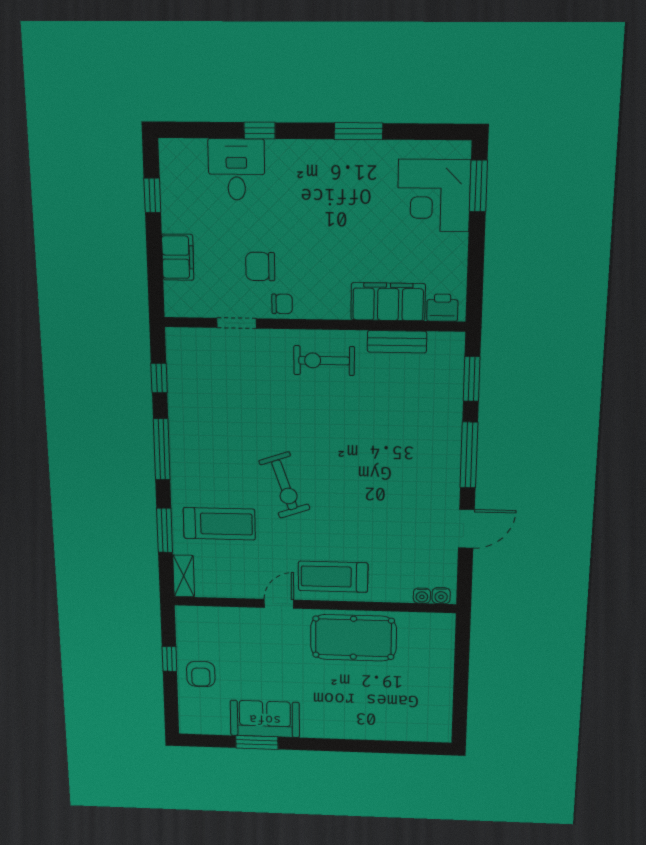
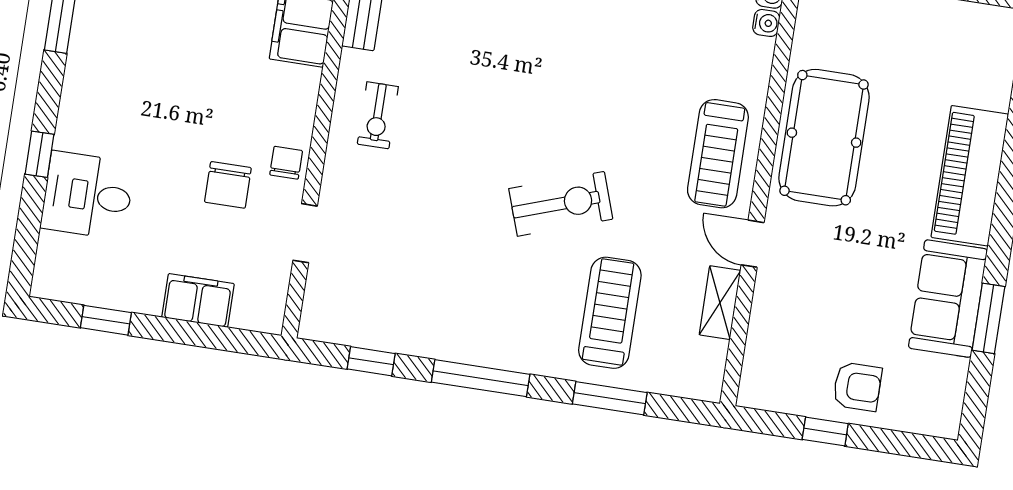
exercise bike: (324, 361) -> (378, 115), width x0.73, depth x0.72
shelving: (184, 576) -> (720, 303), moved, turned 90
piano: (343, 723) -> (970, 176), added

